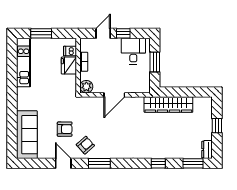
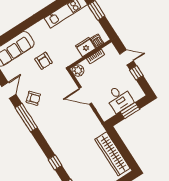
desk: (133, 51) -> (119, 98), moved, turned 90
wardrobe: (168, 104) -> (112, 154), moved
armchair: (65, 129) -> (44, 61), moved
window: (99, 163) -> (26, 118), width x1.44

